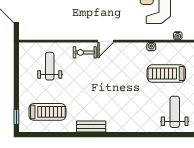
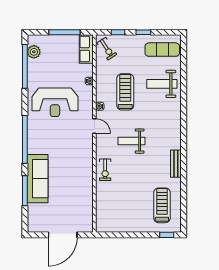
door: (106, 41) -> (94, 126), moved
weight bench: (50, 66) -> (132, 141), moved
treadmill: (166, 73) -> (125, 92), turned 180

